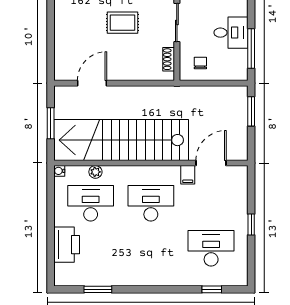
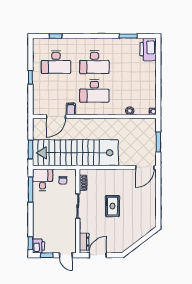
rug: (122, 23) -> (112, 206), turned 90
desk: (231, 33) -> (43, 180), moved, turned 90
door: (92, 83) -> (145, 167), moved
stairs: (121, 140) -> (75, 153), moved, turned 180
desk: (91, 203) -> (94, 62), moved
printer: (67, 245) -> (148, 49), moved

